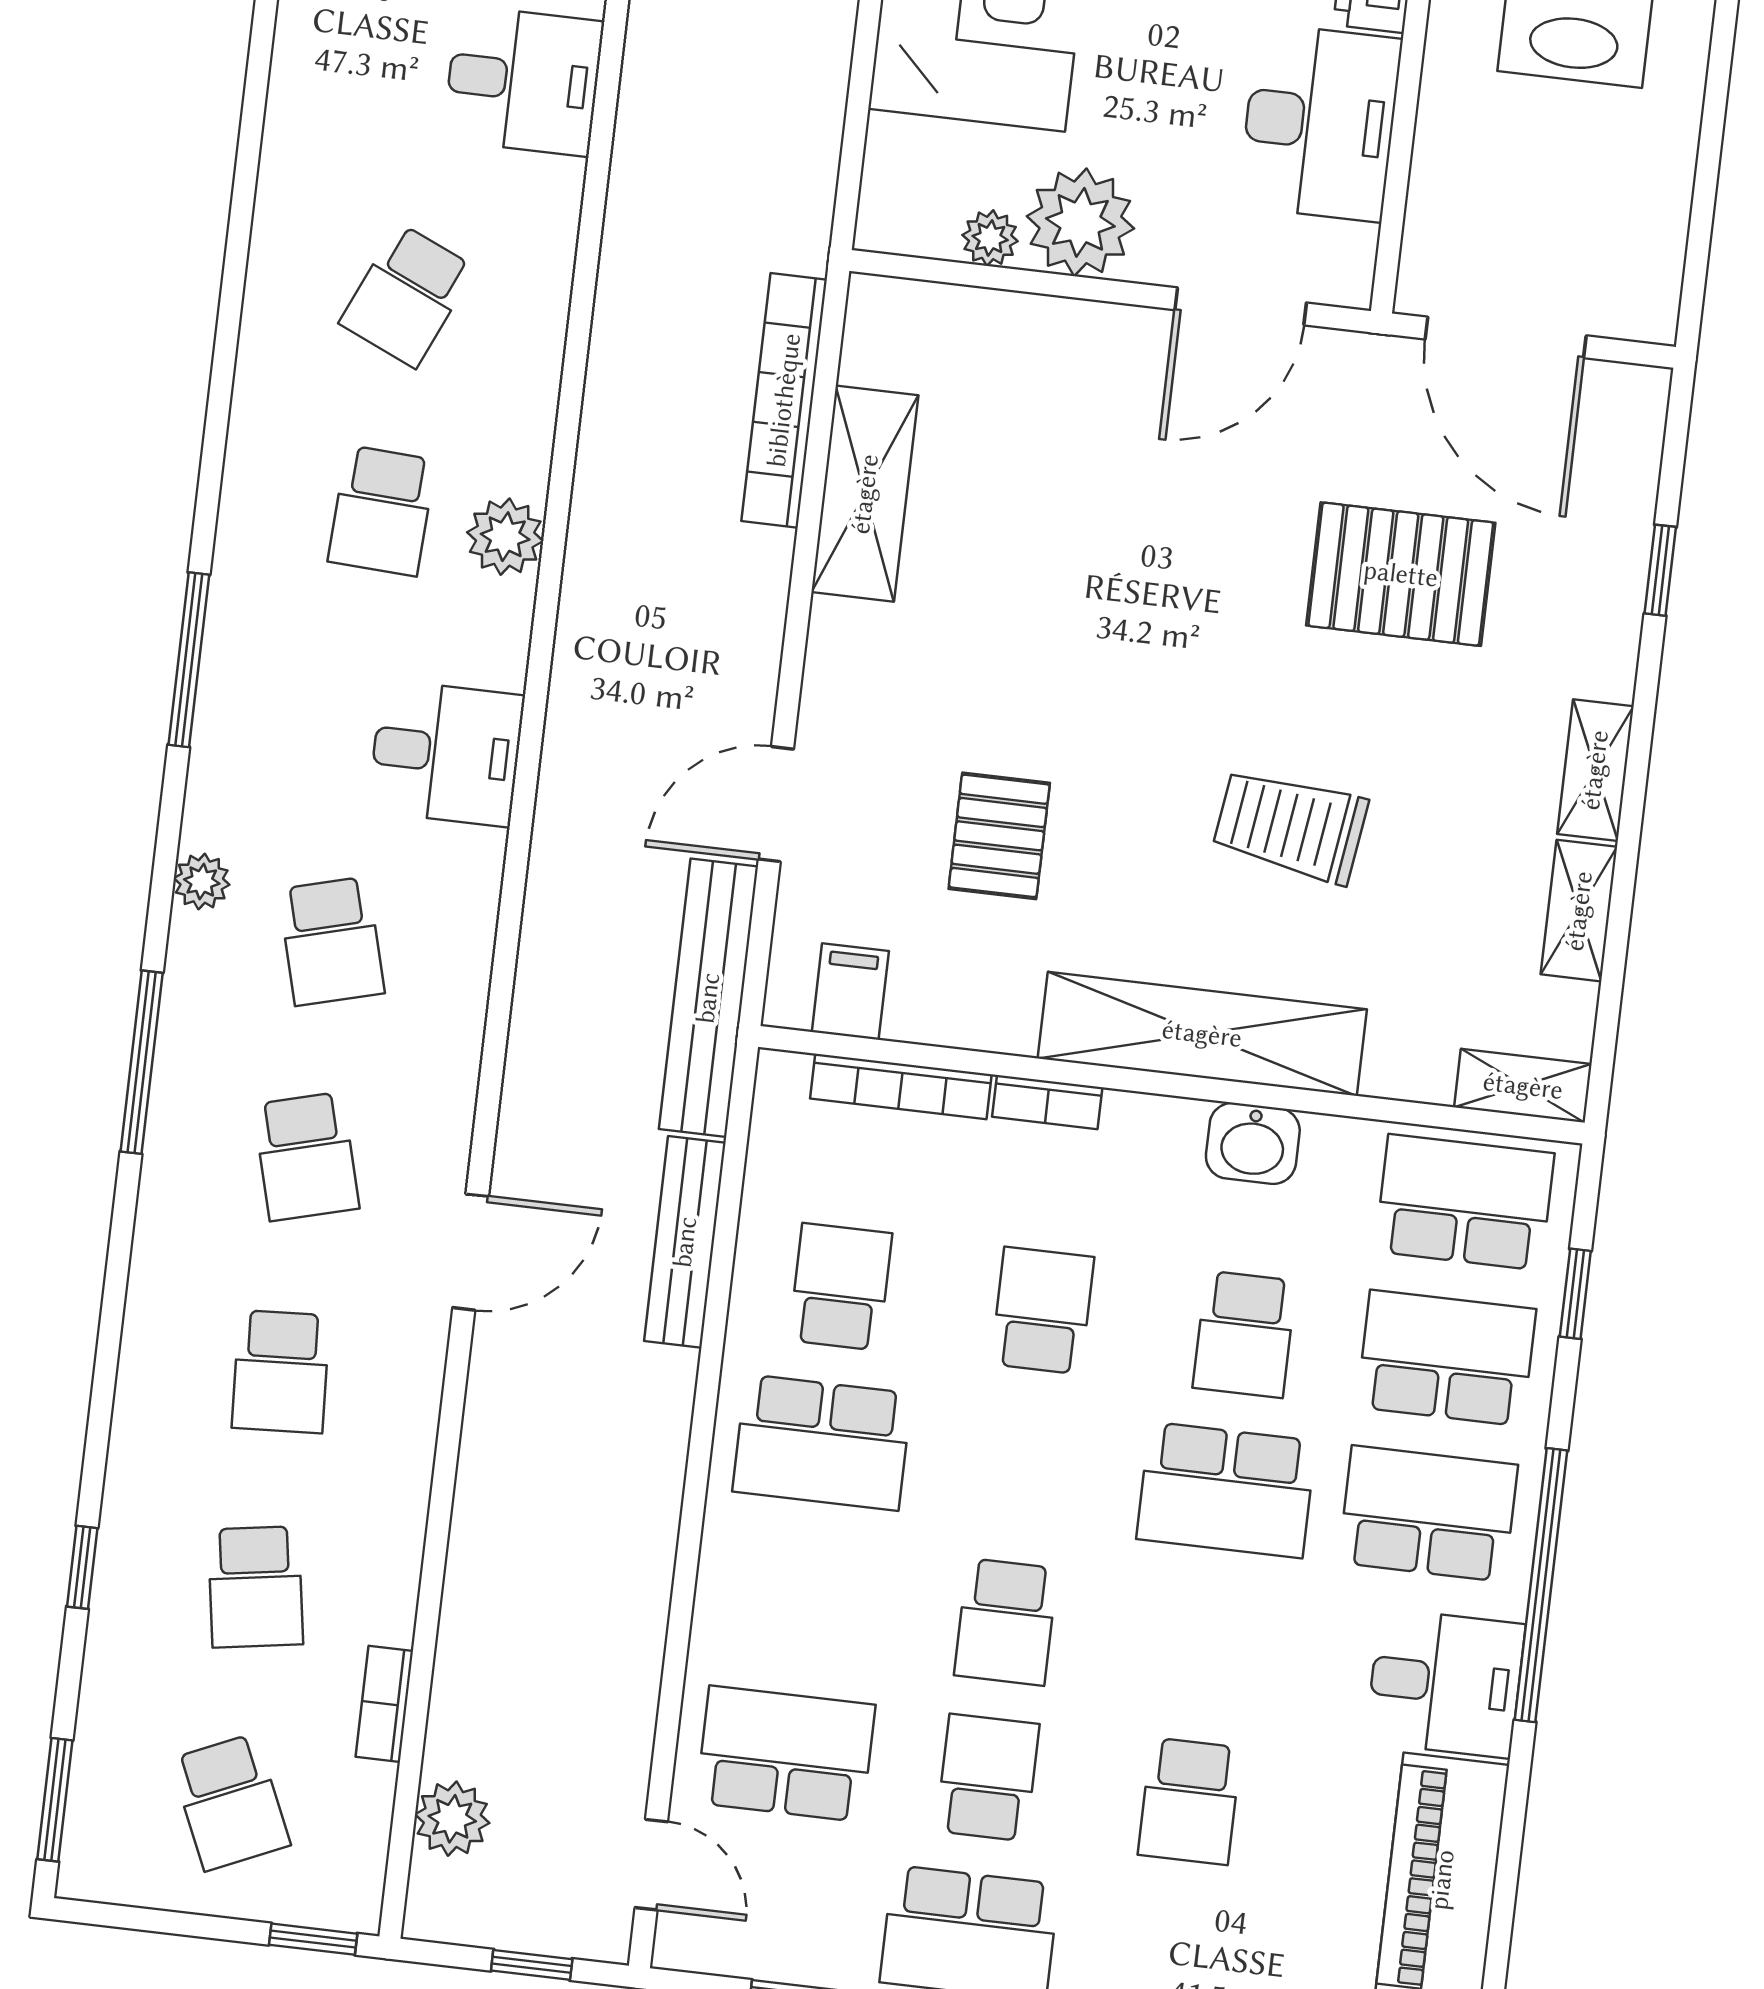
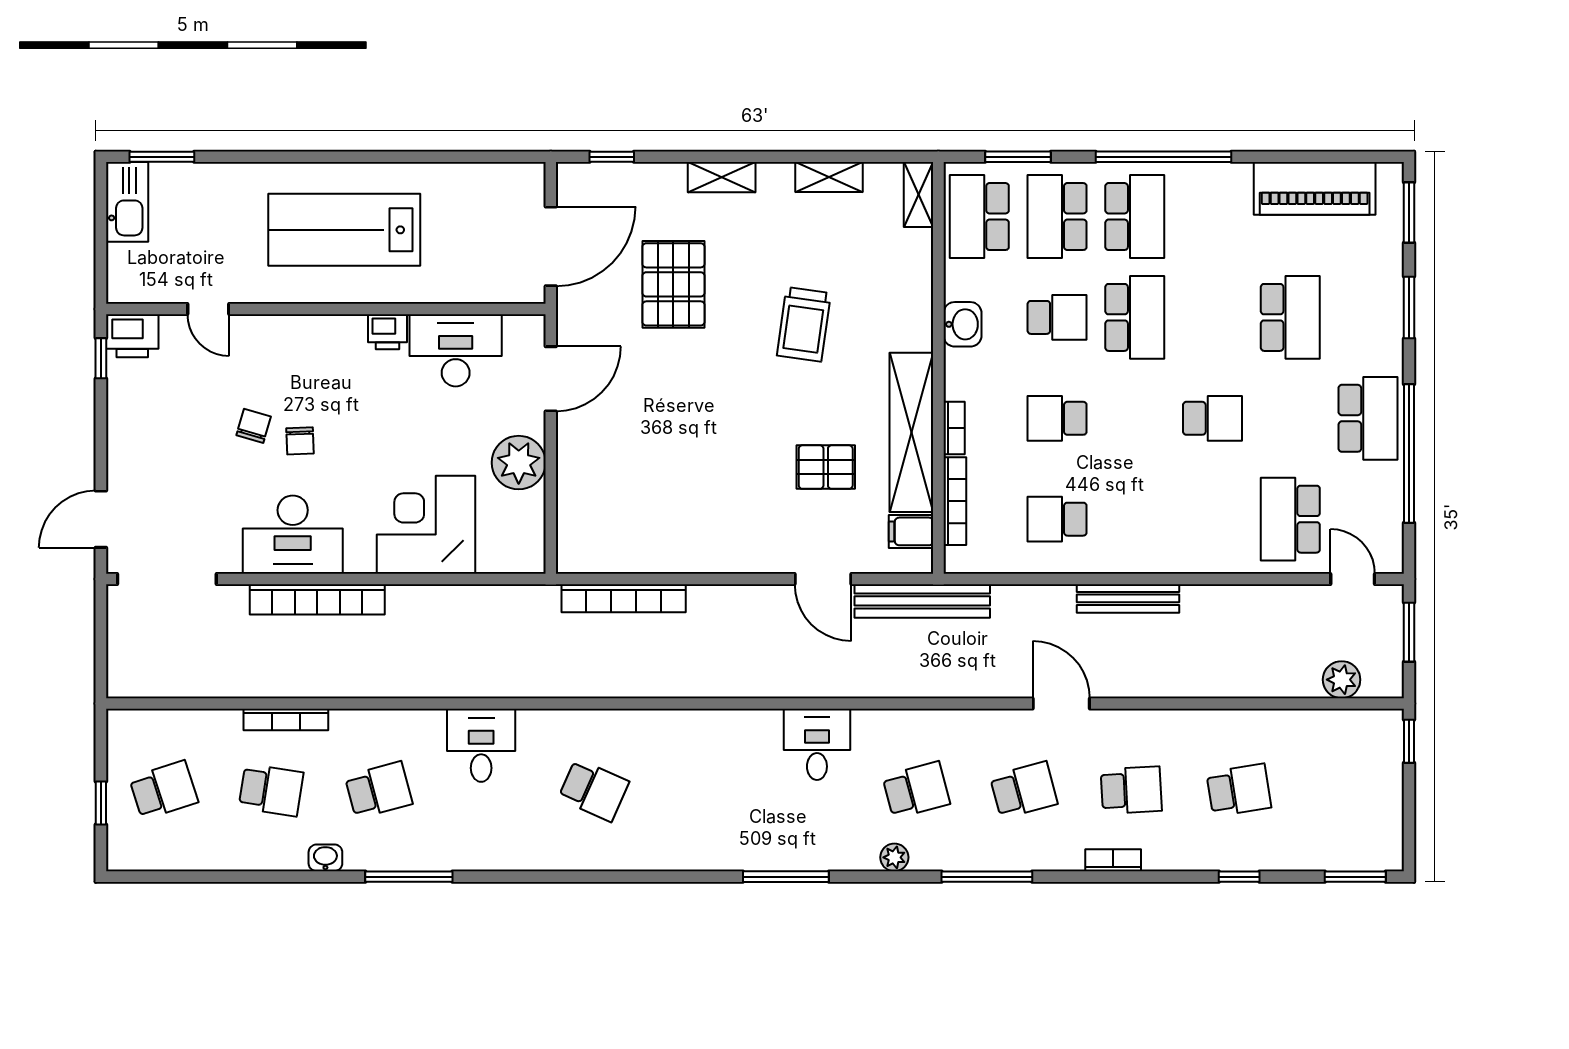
plant: (990, 238) -> (532, 506), removed
door: (1241, 306) -> (551, 379), hinge flipped
shelving: (865, 494) -> (665, 553), removed
school desk: (382, 511) -> (701, 790), removed
plant: (505, 537) -> (707, 728), removed
window: (1660, 570) -> (612, 157), moved
shelving: (1595, 770) -> (722, 177), moved
shelving: (1202, 1034) -> (911, 432), moved
bench: (685, 1242) -> (1128, 598), moved
window: (1575, 1294) -> (1018, 157), width x1.50
school desk: (822, 1442) -> (1135, 519), removed
school desk: (1428, 1514) -> (1135, 217), turned 180
desk: (1445, 1683) -> (1217, 198), removed
bookcase: (384, 1704) -> (1113, 860), moved, turned 180
school desk: (988, 1778) -> (1290, 418), removed
school desk: (1190, 1801) -> (1290, 317), width x1.85
school desk: (230, 1802) -> (1346, 790), removed
door: (651, 1865) -> (1353, 579), hinge flipped
window: (532, 1965) -> (1409, 632), width x1.50

